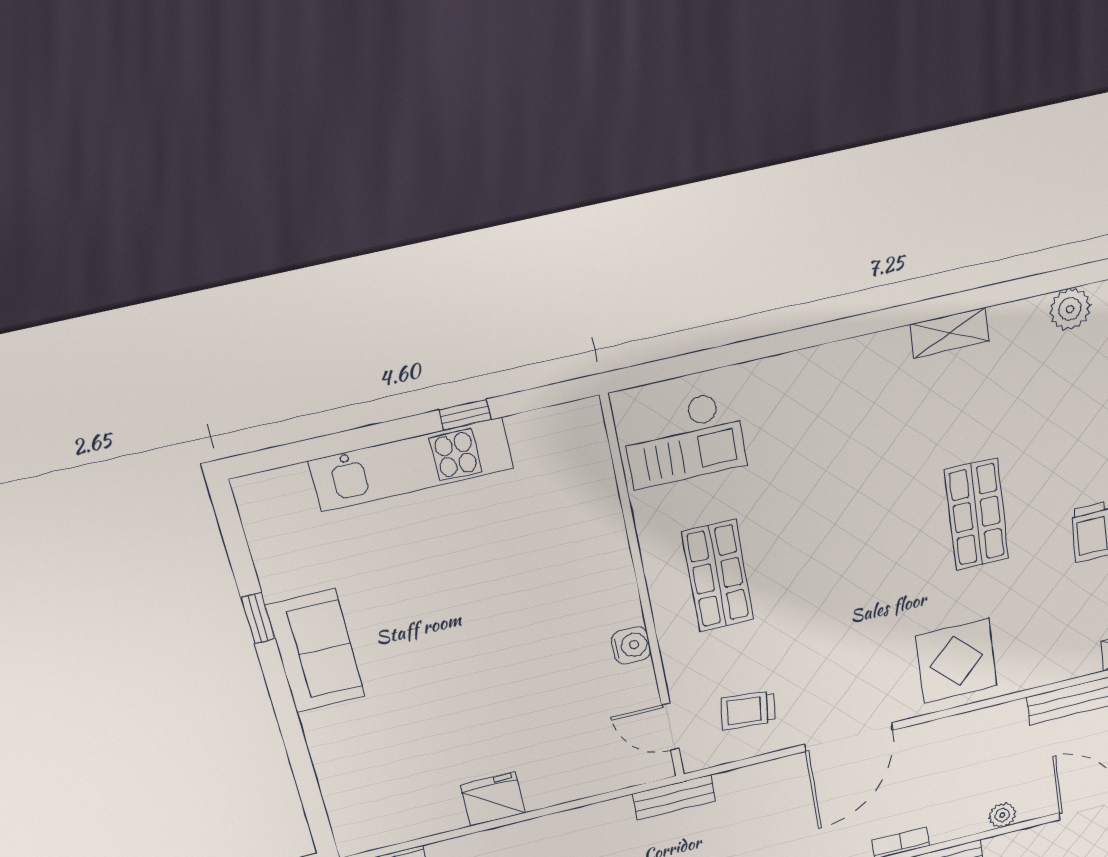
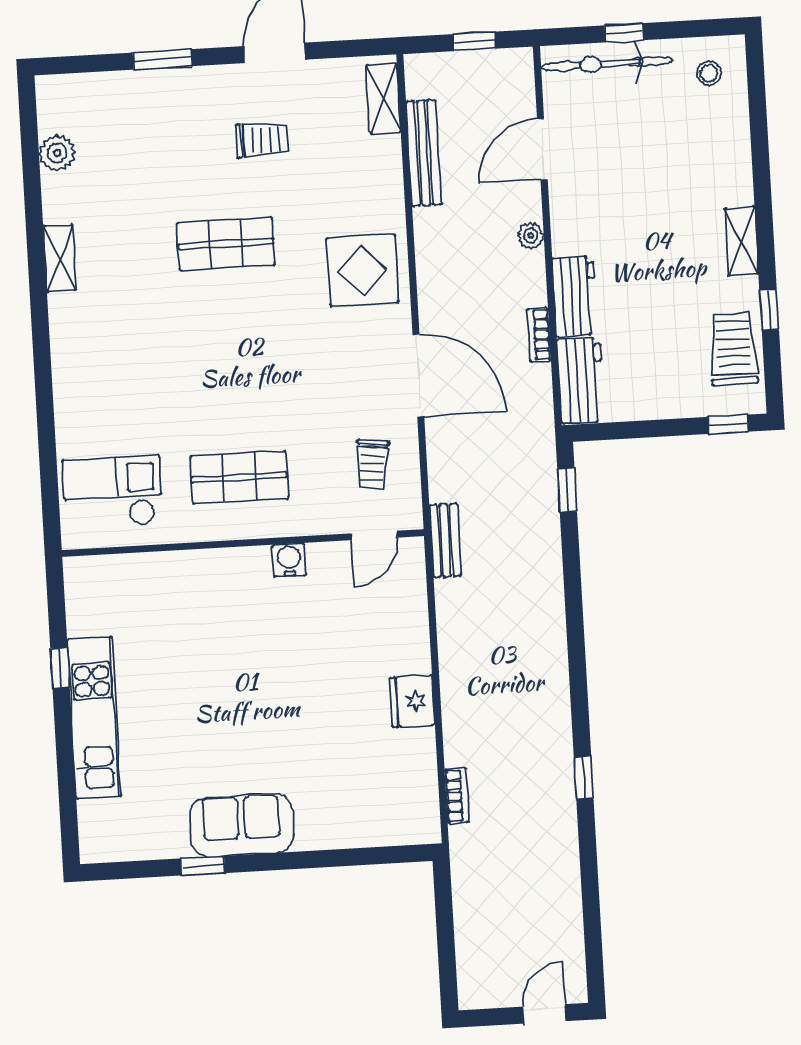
checkout: (684, 439) -> (112, 492), turned -90

